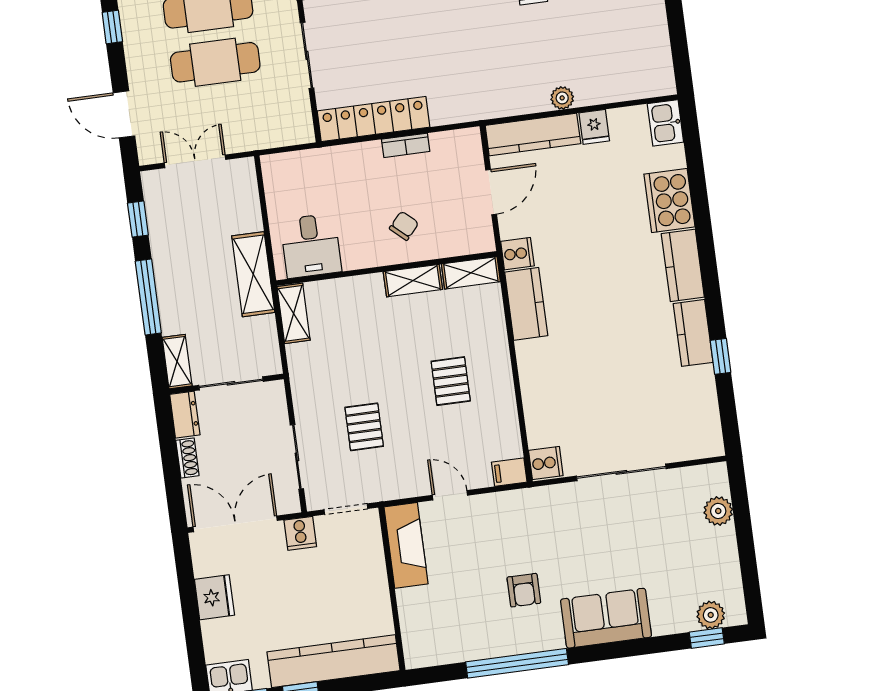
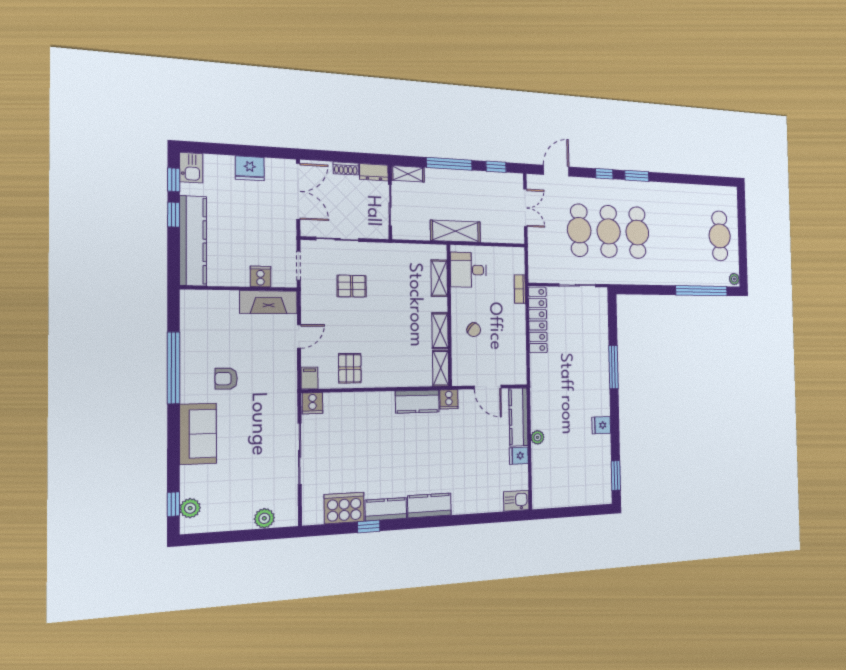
bookcase: (406, 145) -> (520, 289), moved
cooker: (669, 200) -> (344, 508), moved
shelving: (294, 313) -> (439, 278), moved, turned 90
pallet: (451, 381) -> (350, 368), moved, turned 90
cooker: (300, 533) -> (260, 277), moved, turned 90

